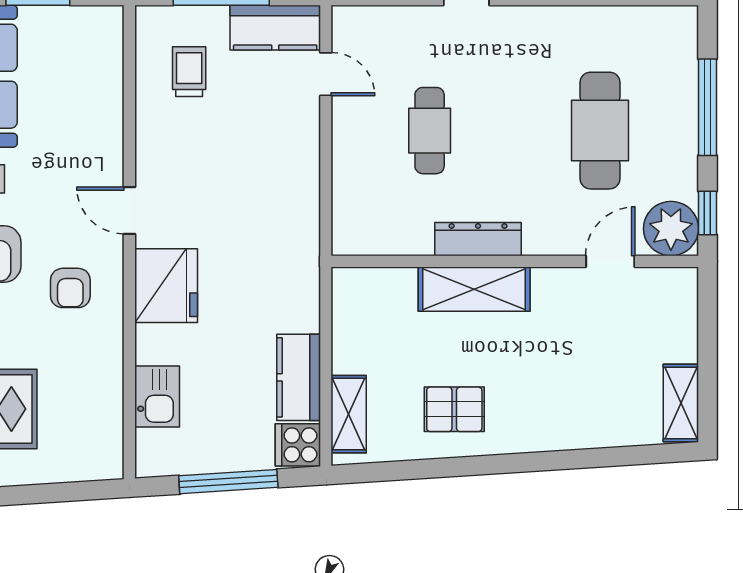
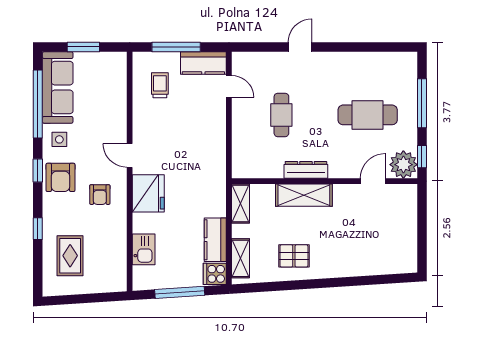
cafe table: (600, 131) -> (368, 115), turned 90
shelving: (681, 403) -> (241, 204), moved

